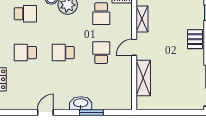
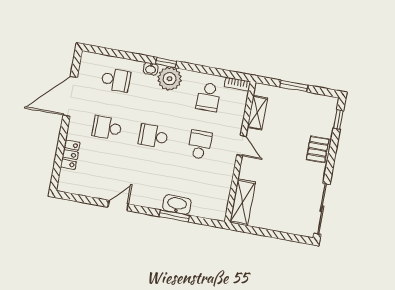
door: (134, 47) -> (241, 146), swing flipped
shelving: (143, 78) -> (243, 202), moved
washbasin: (81, 103) -> (177, 205), moved

